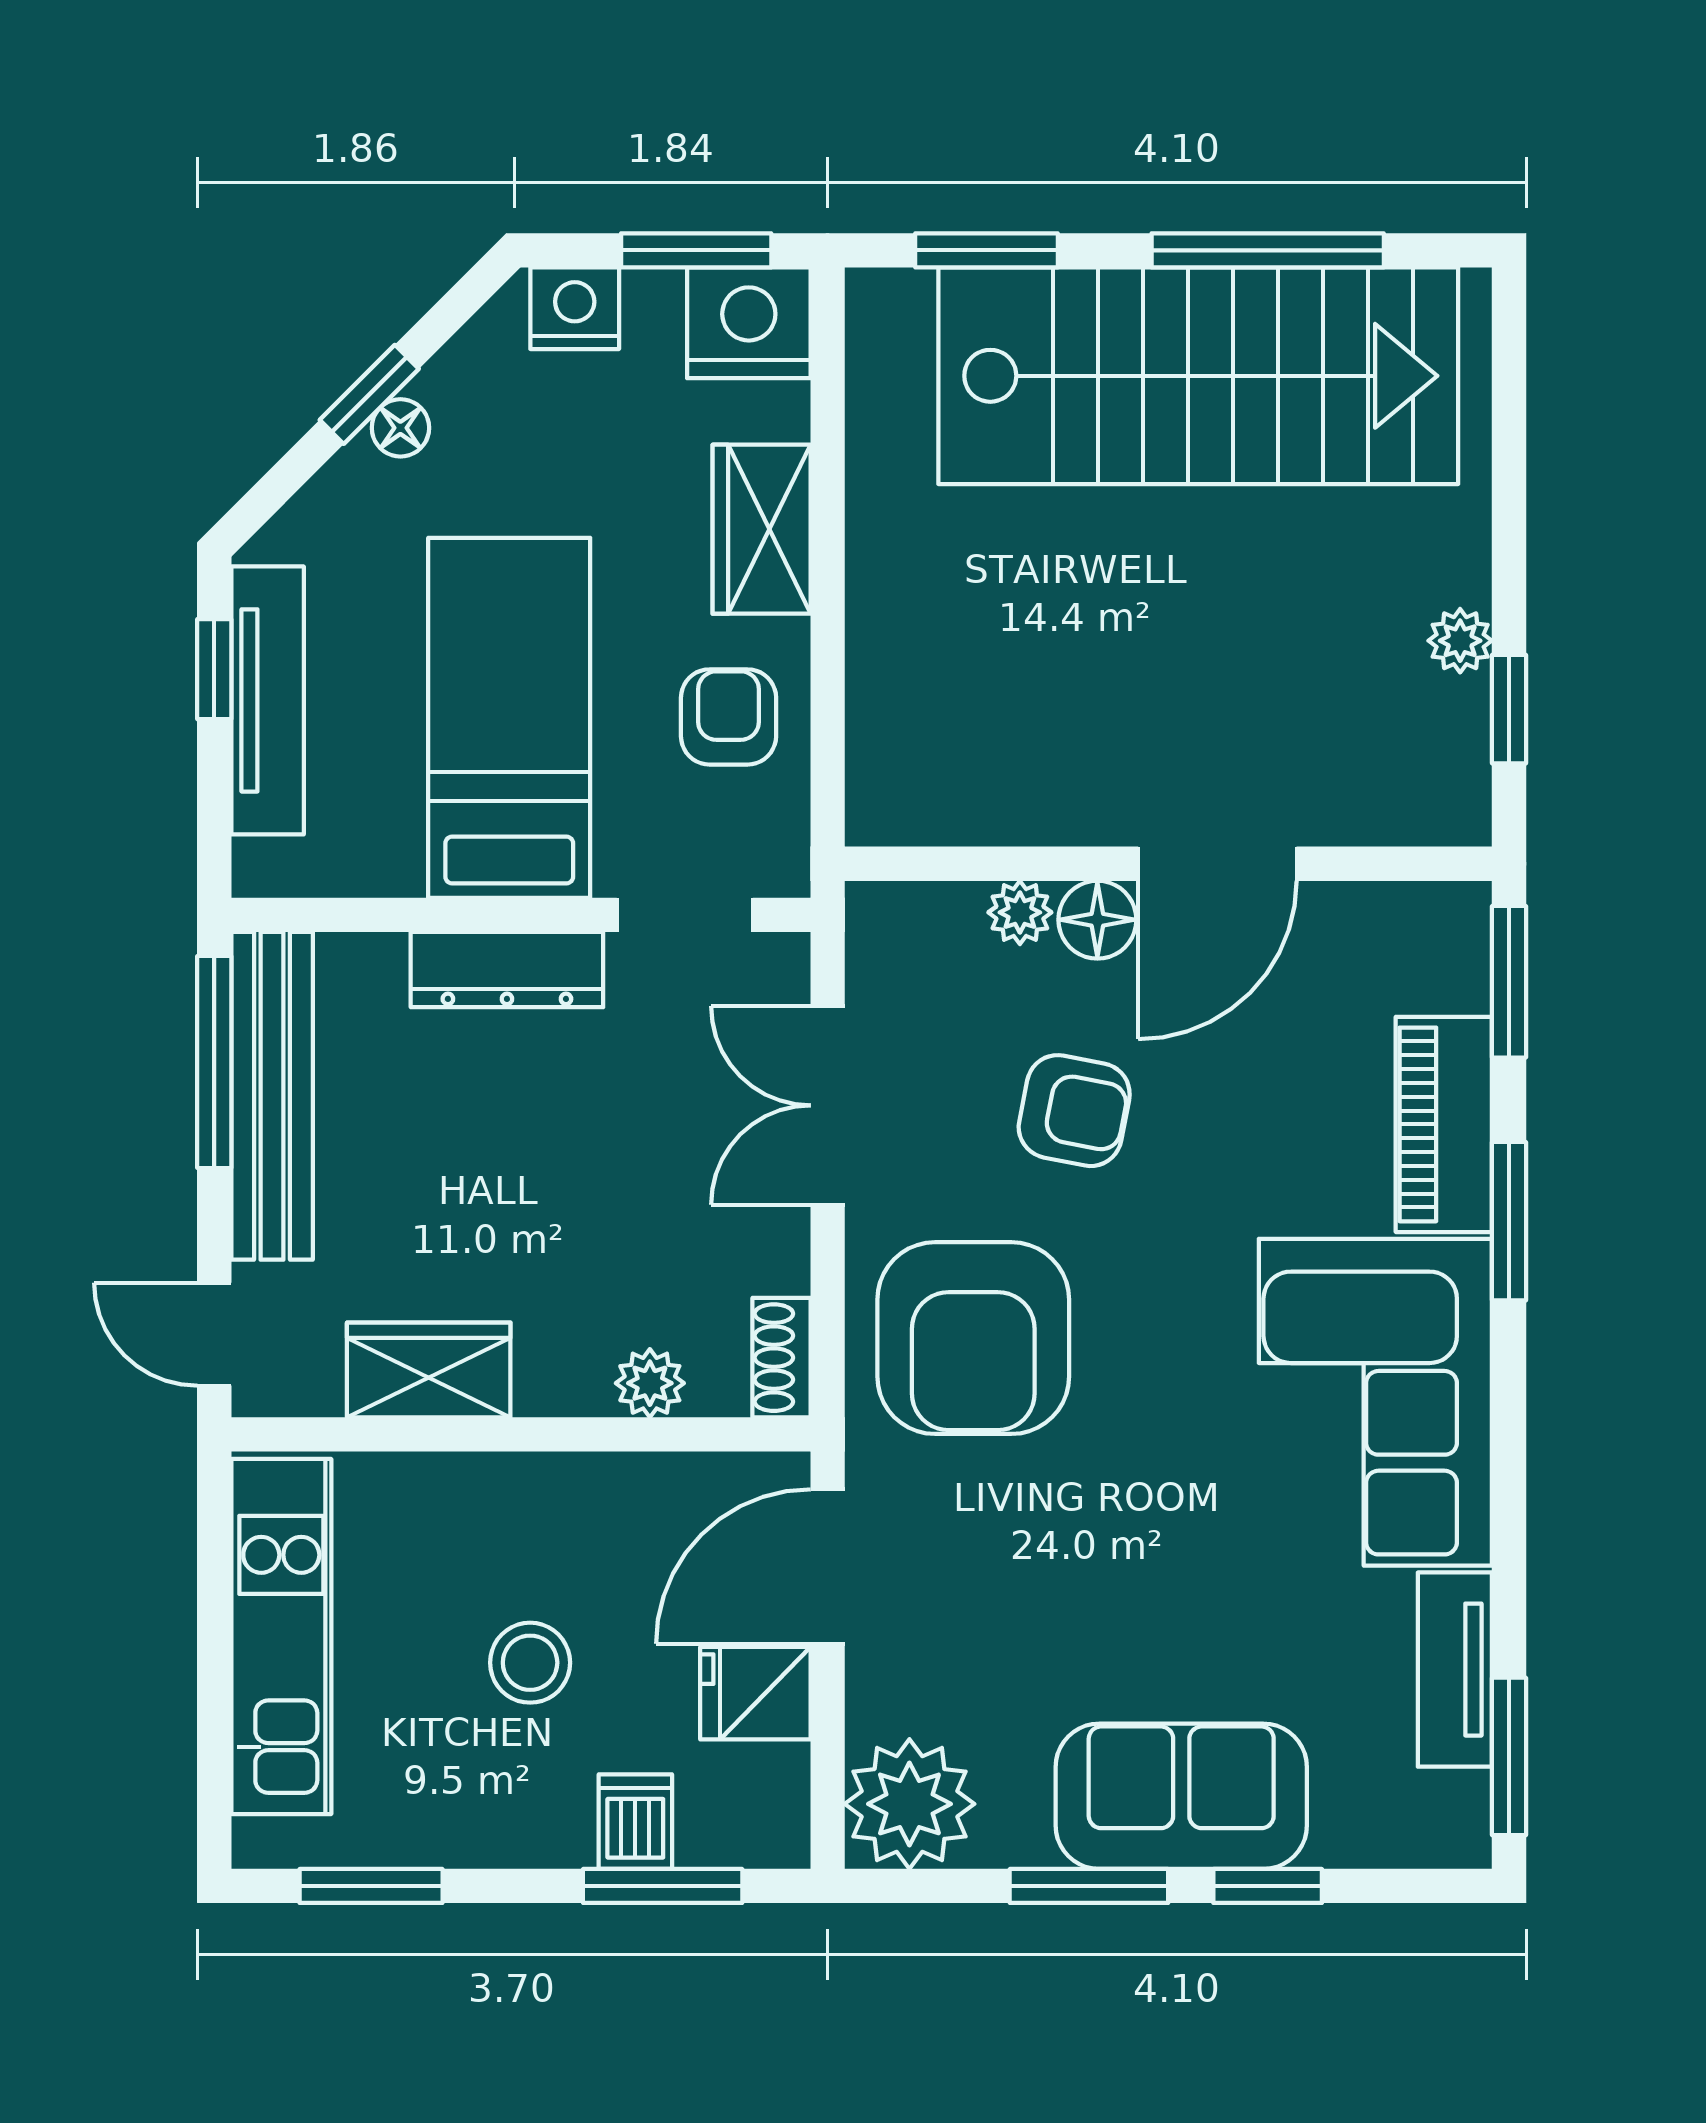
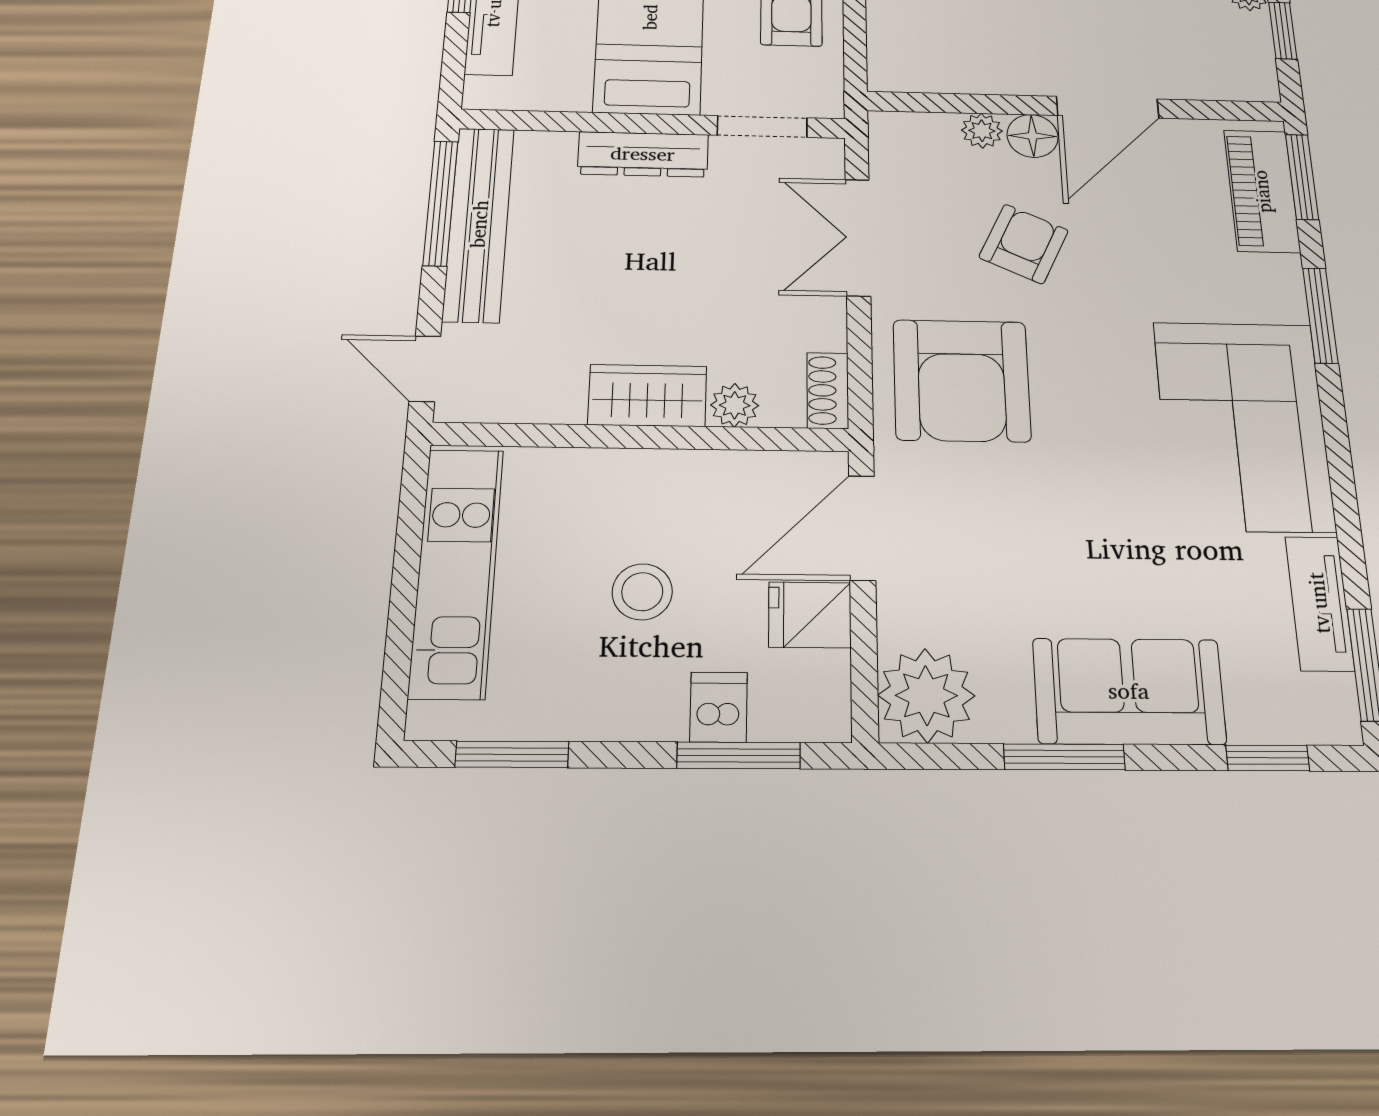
armchair: (1074, 1111) -> (1024, 244), turned -76
piano: (1444, 1124) -> (1262, 191), moved
wardrobe: (429, 1370) -> (647, 395), moved
window: (1268, 1886) -> (1268, 758), moved

